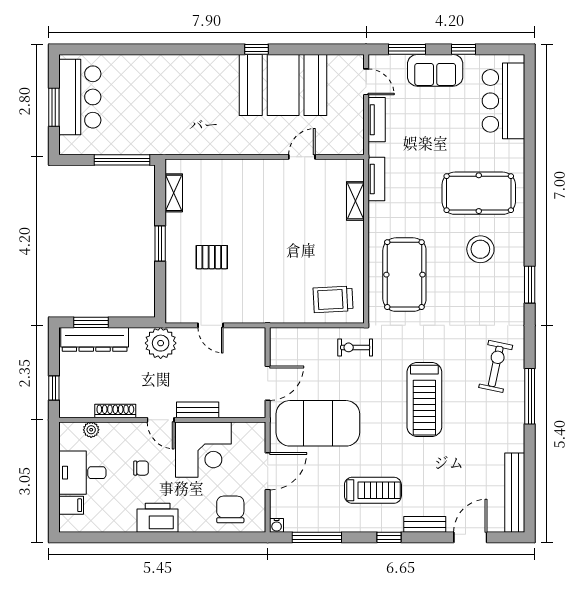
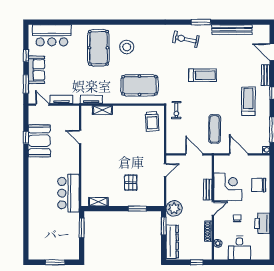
window: (256, 49) -> (26, 137), moved
door: (366, 82) -> (42, 105), hinge flipped
booth: (283, 85) -> (39, 141), width x0.73, depth x0.70
bar counter: (80, 97) -> (68, 193), moved, turned -90
window: (122, 160) -> (82, 228), width x0.69
window: (160, 243) -> (137, 209), moved
window: (530, 285) -> (145, 22), removed
window: (91, 322) -> (164, 226), moved
door: (210, 325) -> (165, 170), moved
window: (530, 396) -> (201, 22), width x0.69
treadmill: (424, 399) -> (203, 75), width x0.73, depth x0.73
exercise mat: (318, 423) -> (215, 129), width x0.50, depth x0.69
bench: (515, 493) -> (232, 30), moved
filing cabinet: (71, 505) -> (256, 254), removed
chair: (230, 509) -> (259, 185), moved
printer: (158, 518) -> (262, 223), moved

